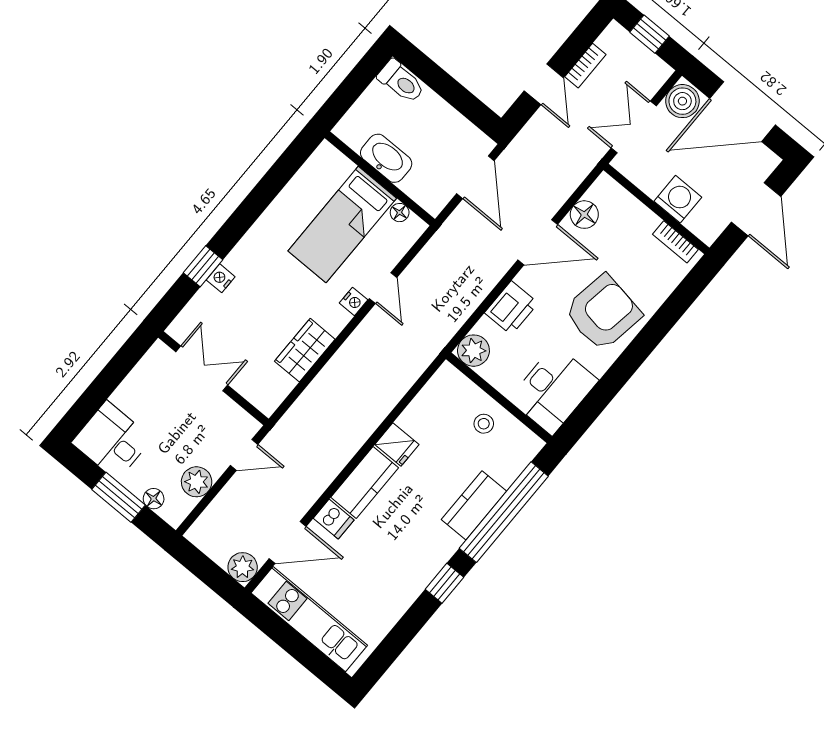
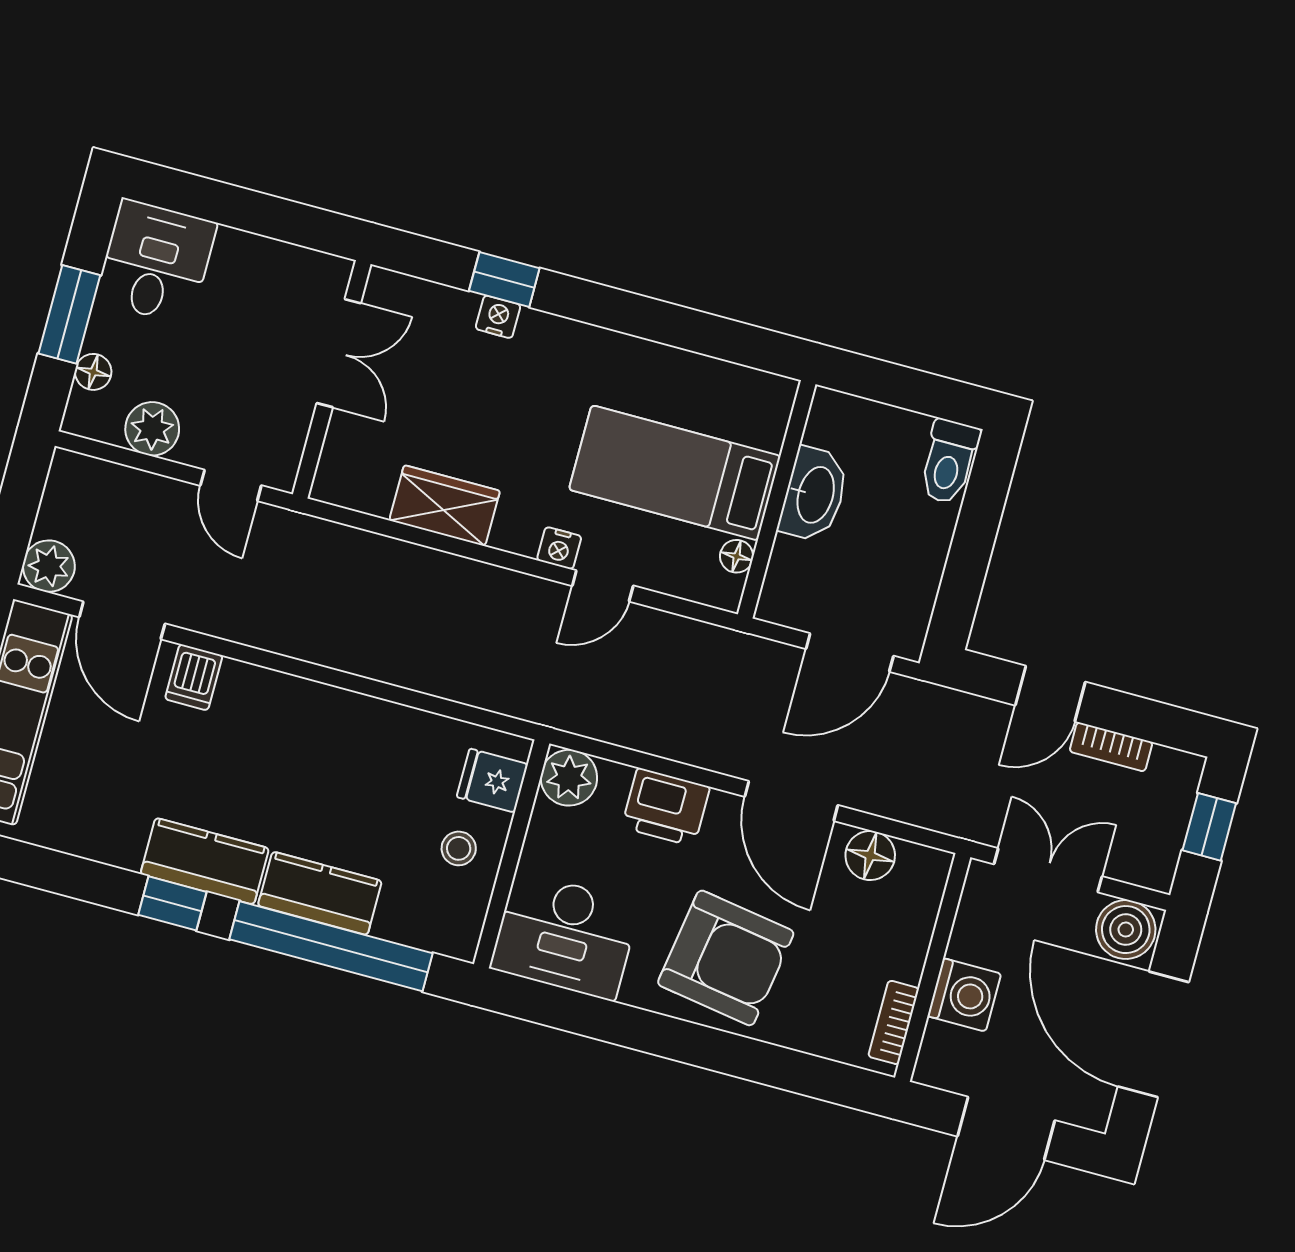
fridge: (397, 445) -> (492, 781), moved, turned 90
kitchen counter: (365, 482) -> (205, 861), moved, turned 180

